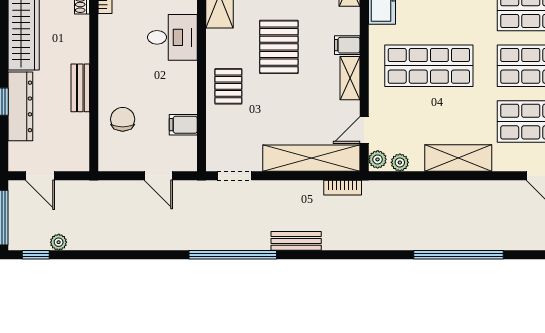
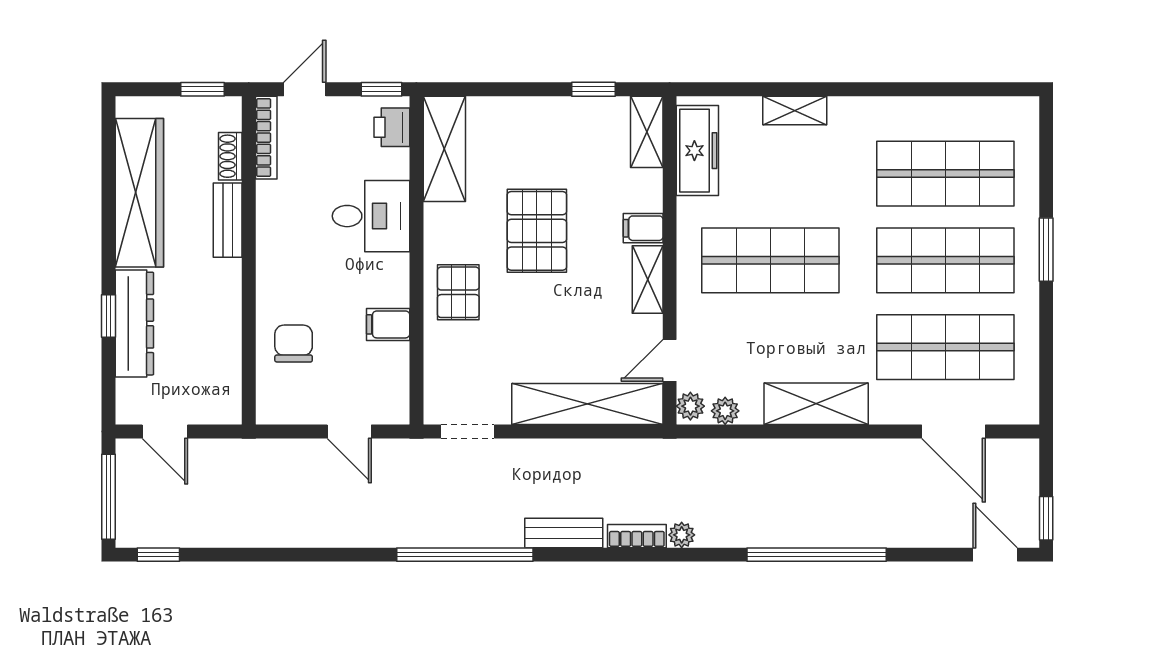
bench: (80, 88) -> (228, 220), moved
filing cabinet: (183, 125) -> (388, 324), moved
bookcase: (343, 188) -> (637, 536), moved, turned 180
plant: (59, 242) -> (682, 535), moved

